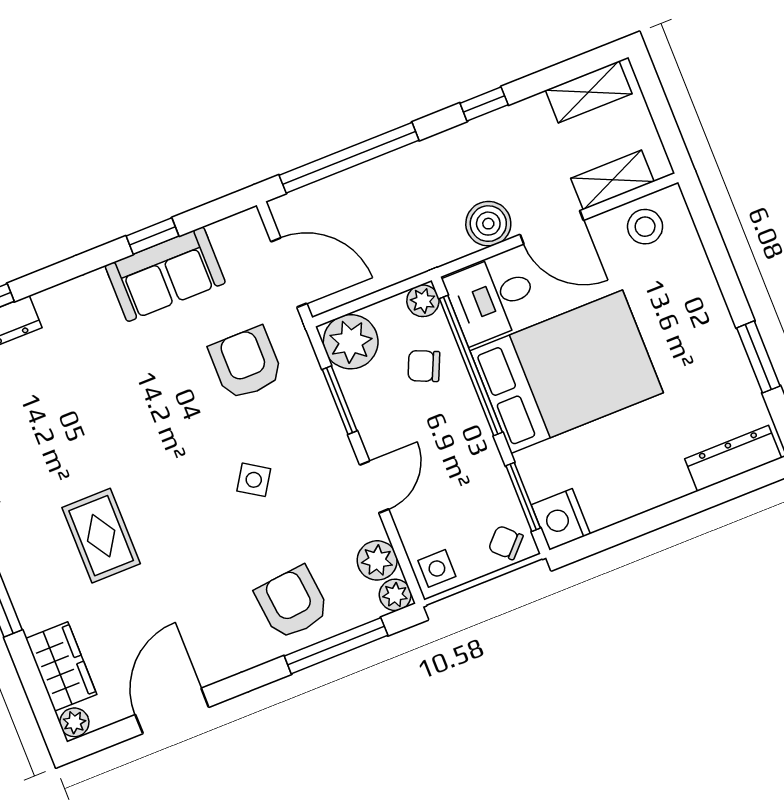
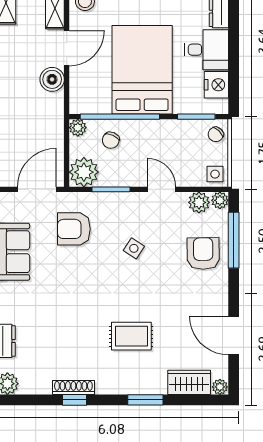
desk: (492, 298) -> (207, 50), moved, turned -90
nightstand: (561, 519) -> (216, 85), moved, turned -90
armchair: (292, 603) -> (203, 254), turned 95

